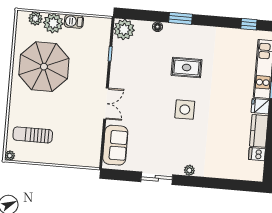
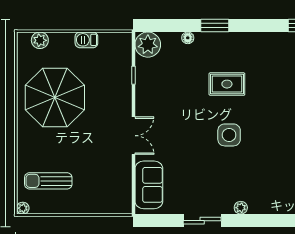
plant: (53, 23) -> (62, 44), removed

